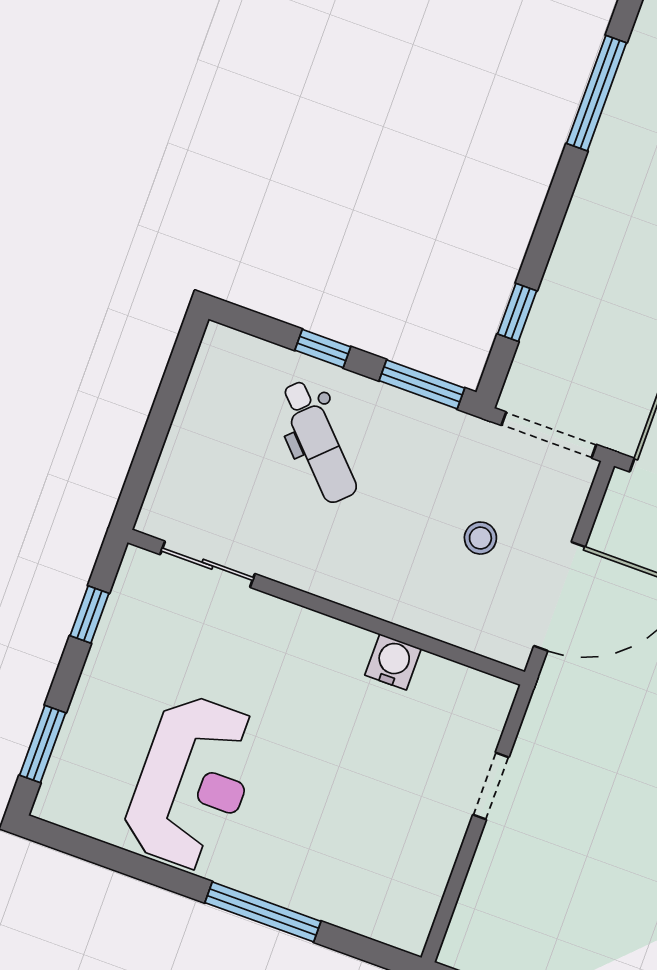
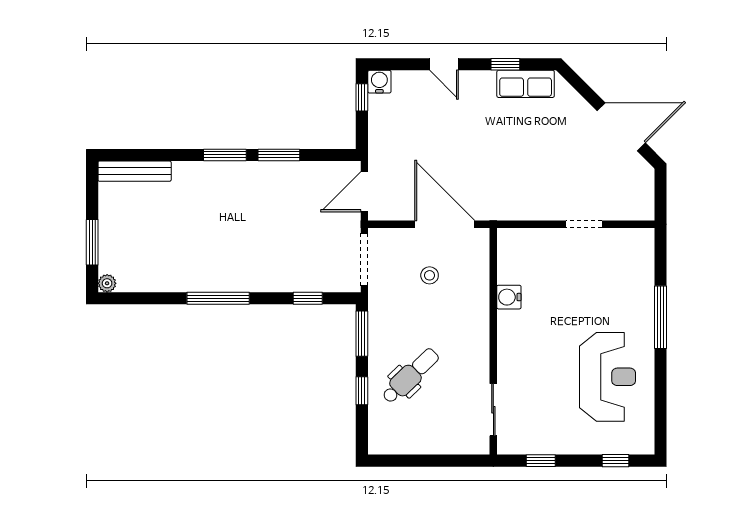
window: (597, 93) -> (218, 298), moved
window: (43, 744) -> (615, 461), width x0.67
reception desk: (193, 783) -> (607, 377), turned 90
doorway: (491, 786) -> (584, 224), moved

